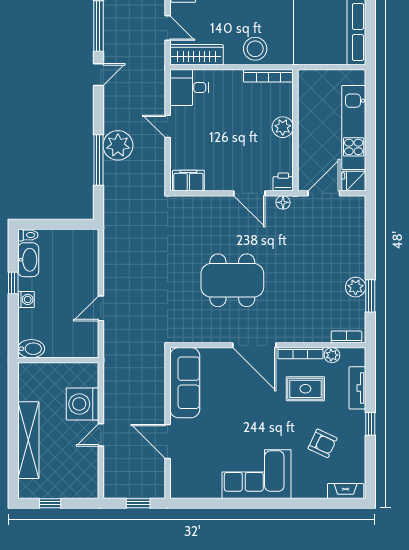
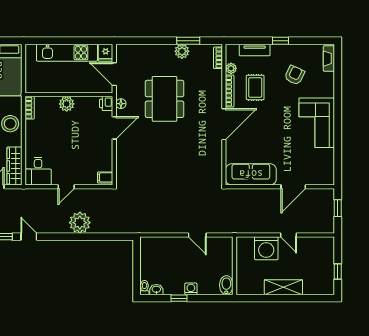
bookcase: (268, 76) -> (30, 108), width x0.64
window: (98, 160) -> (90, 237), removed
filing cabinet: (188, 181) -> (105, 177), width x0.50
washbasin: (28, 260) -> (156, 290), width x0.52, depth x0.69
dining table: (232, 280) -> (165, 99), moved
shelving: (28, 440) -> (283, 287), width x0.68

